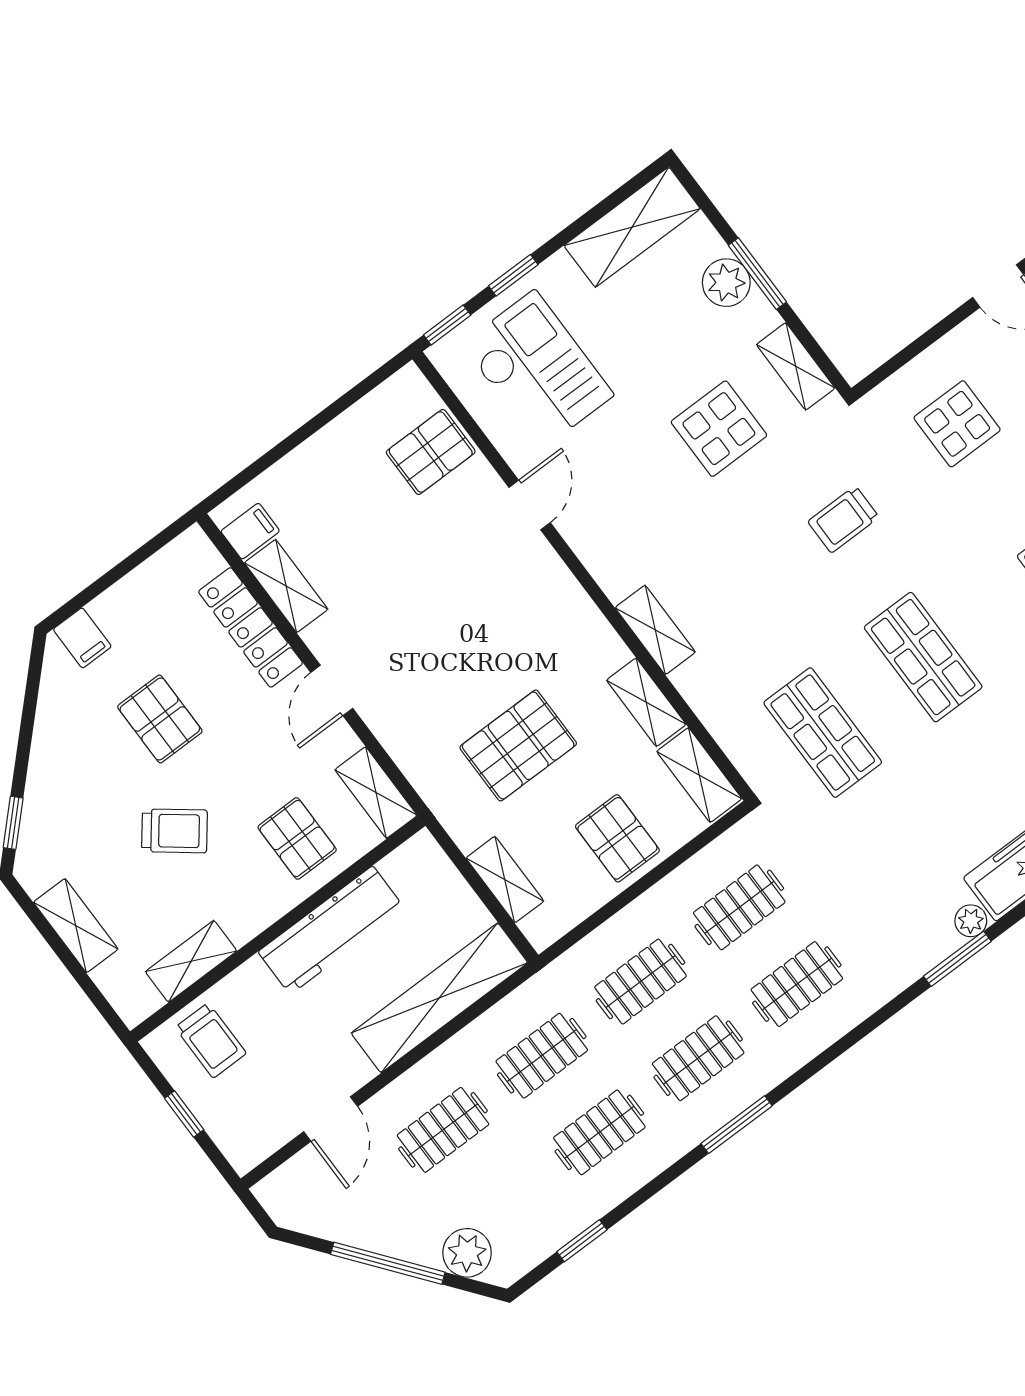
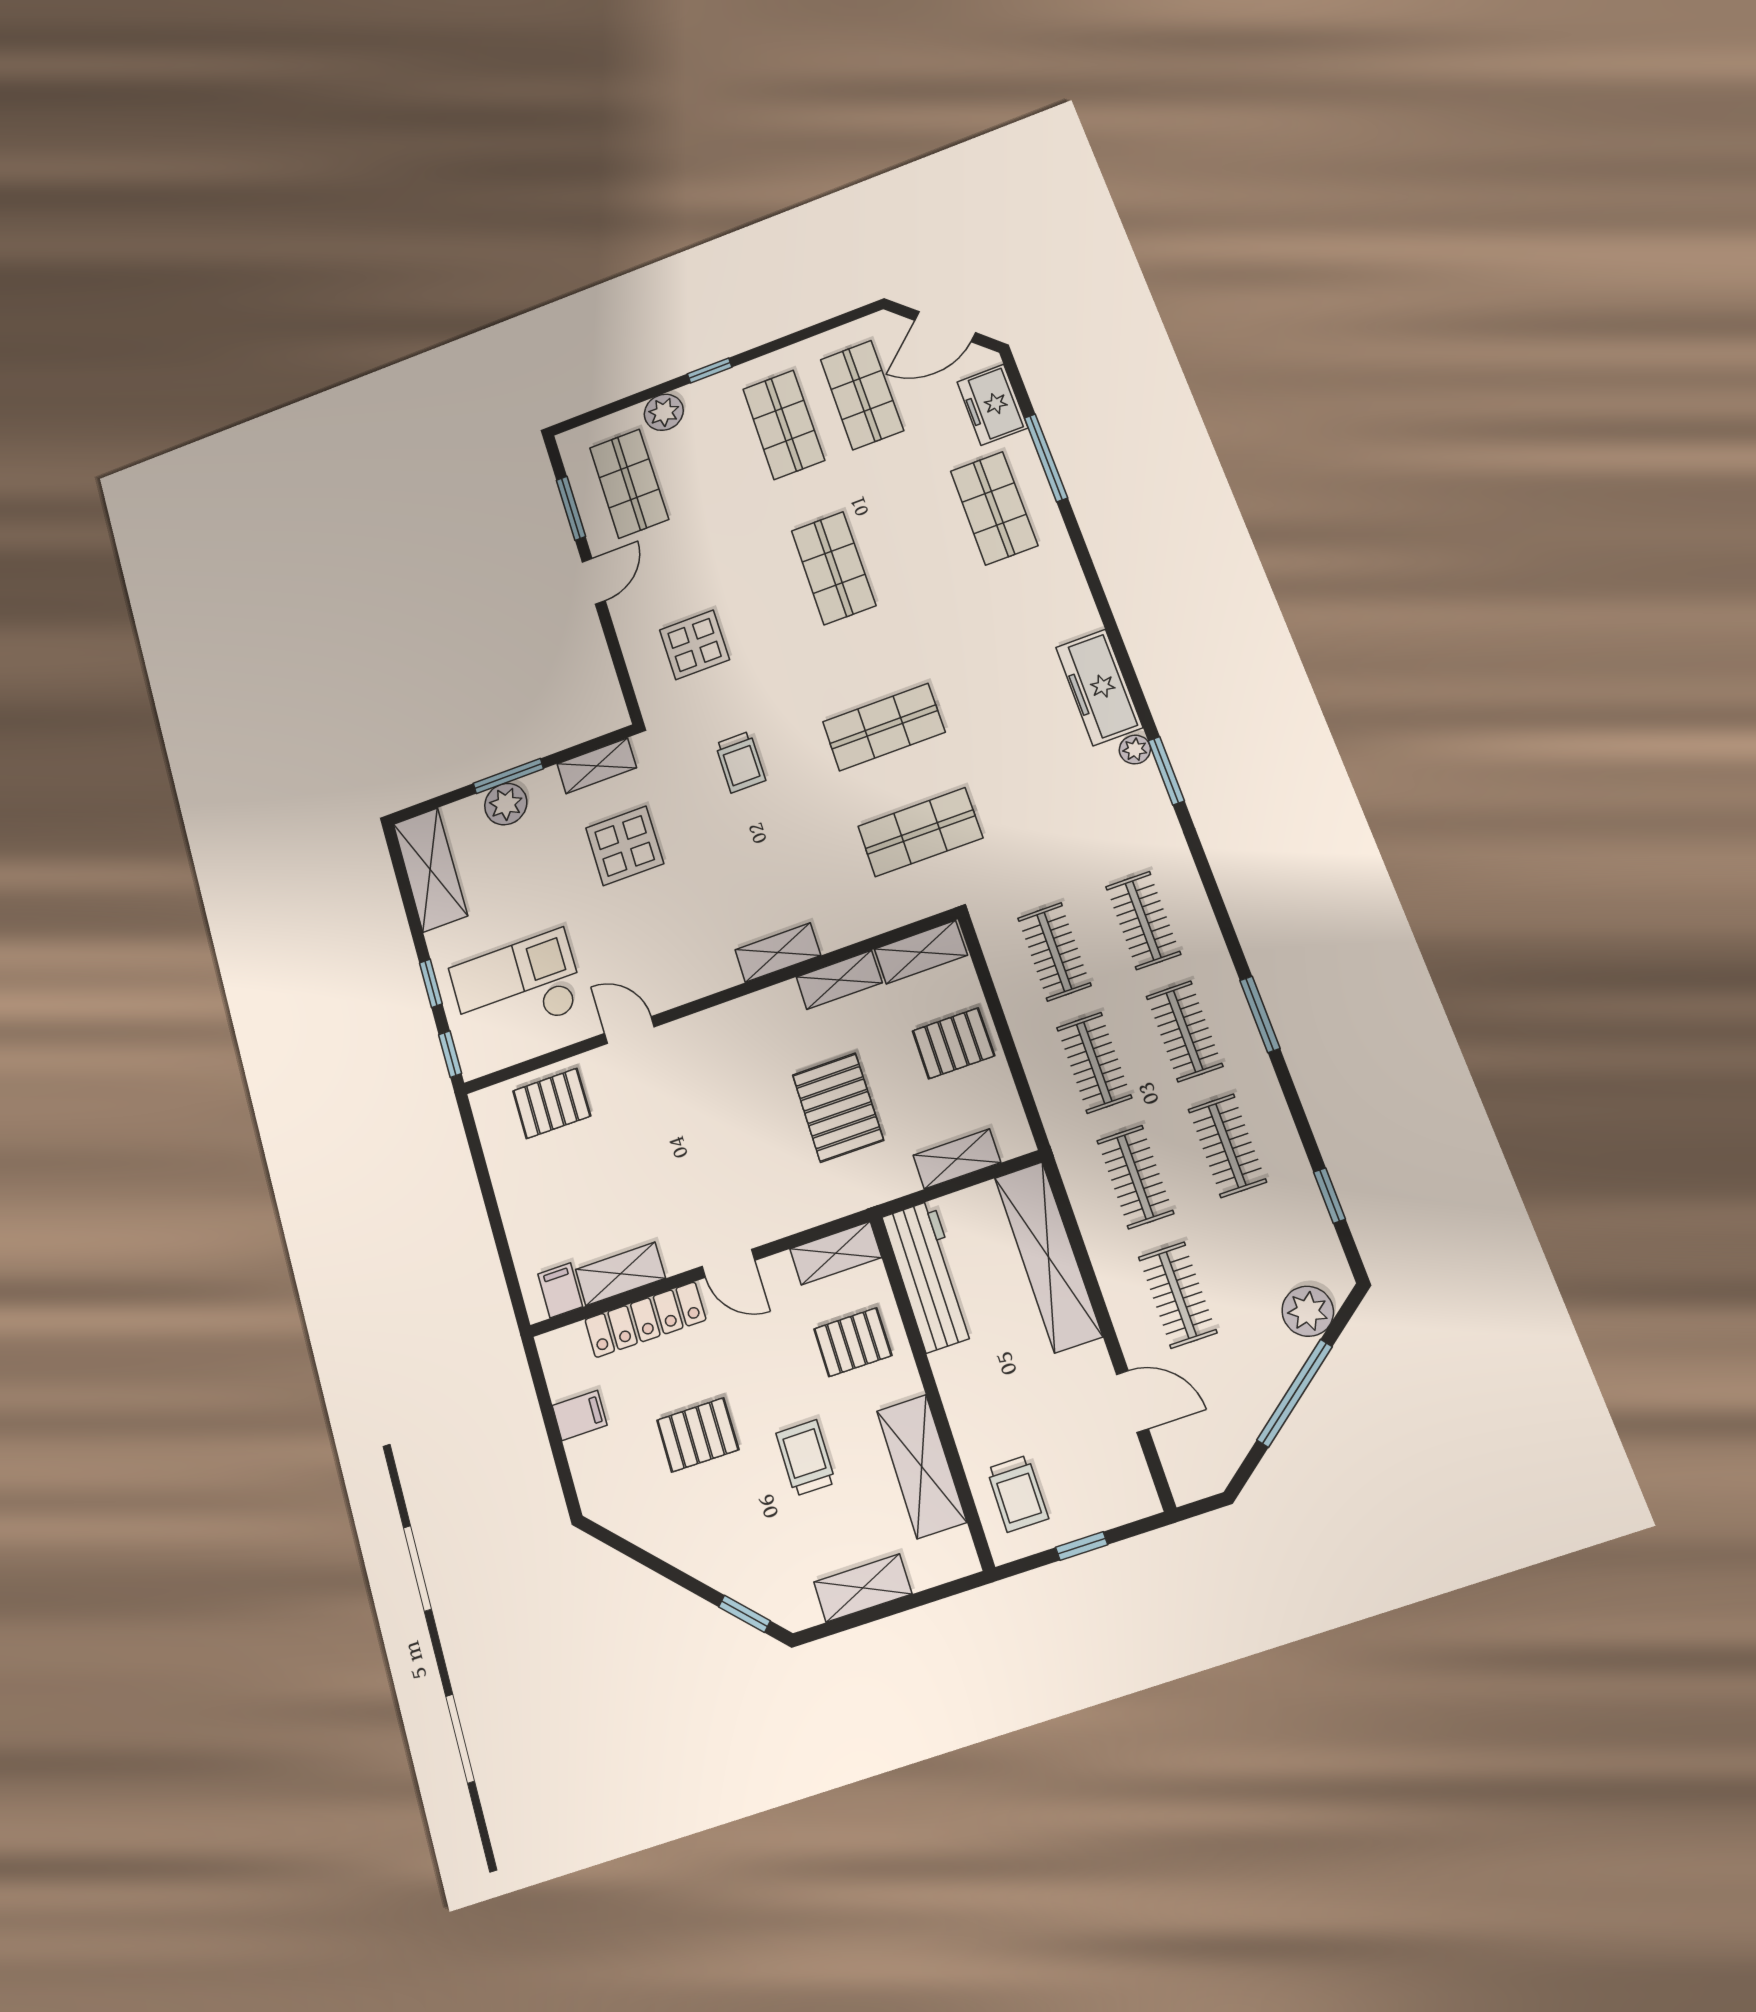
pallet: (431, 452) -> (552, 1103), turned 90
filing cabinet: (82, 638) -> (580, 1415), moved
trolley: (175, 831) -> (806, 1458), turned -38
workbench: (331, 930) -> (929, 1276), moved
shelving: (191, 961) -> (922, 1466), width x1.50, depth x1.33
trolley: (211, 1040) -> (1017, 1494), turned 90

